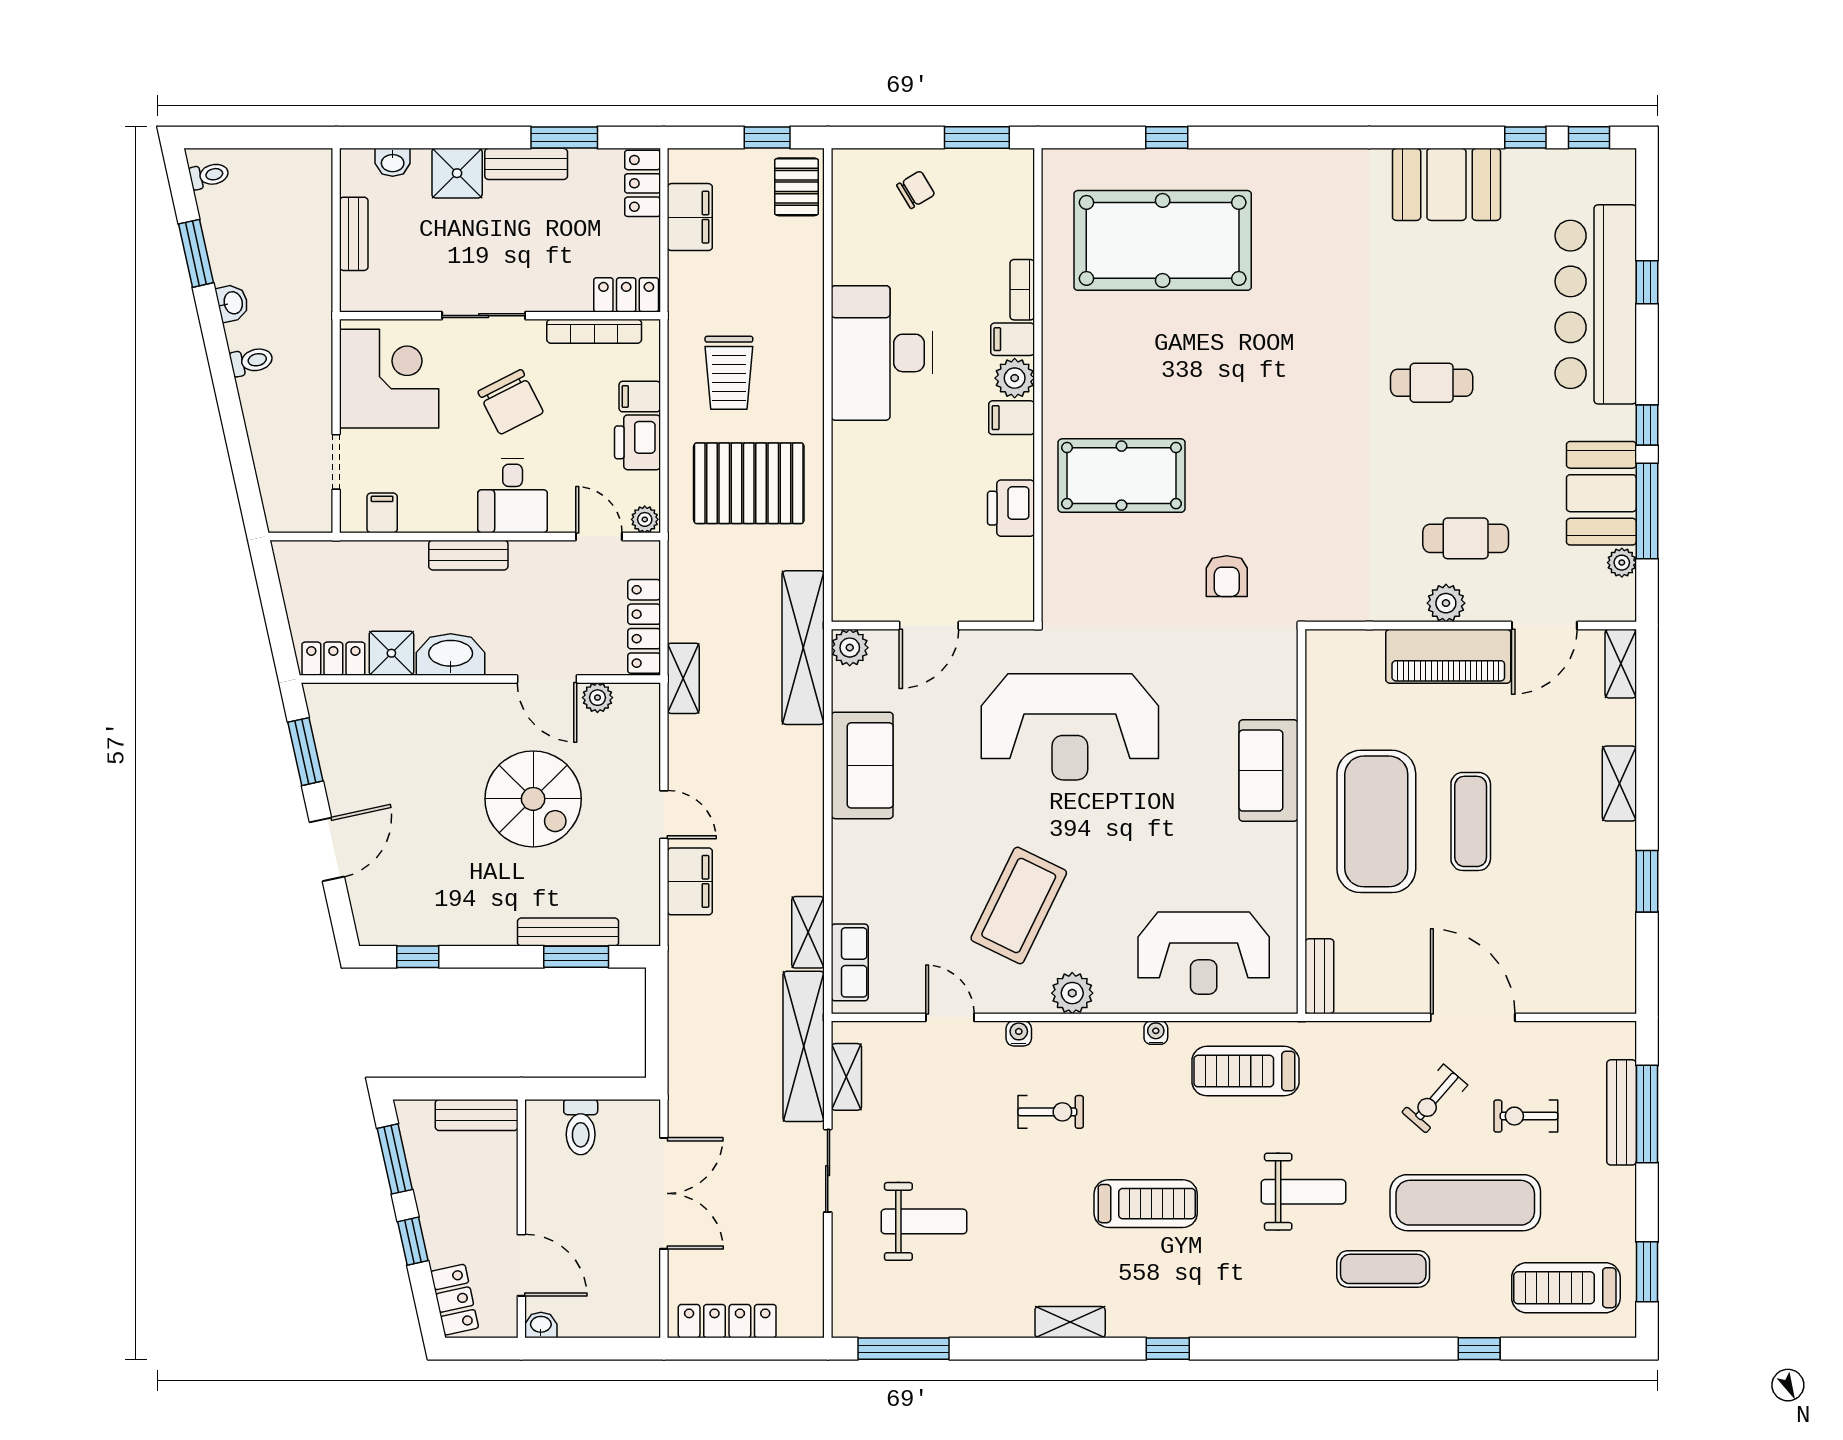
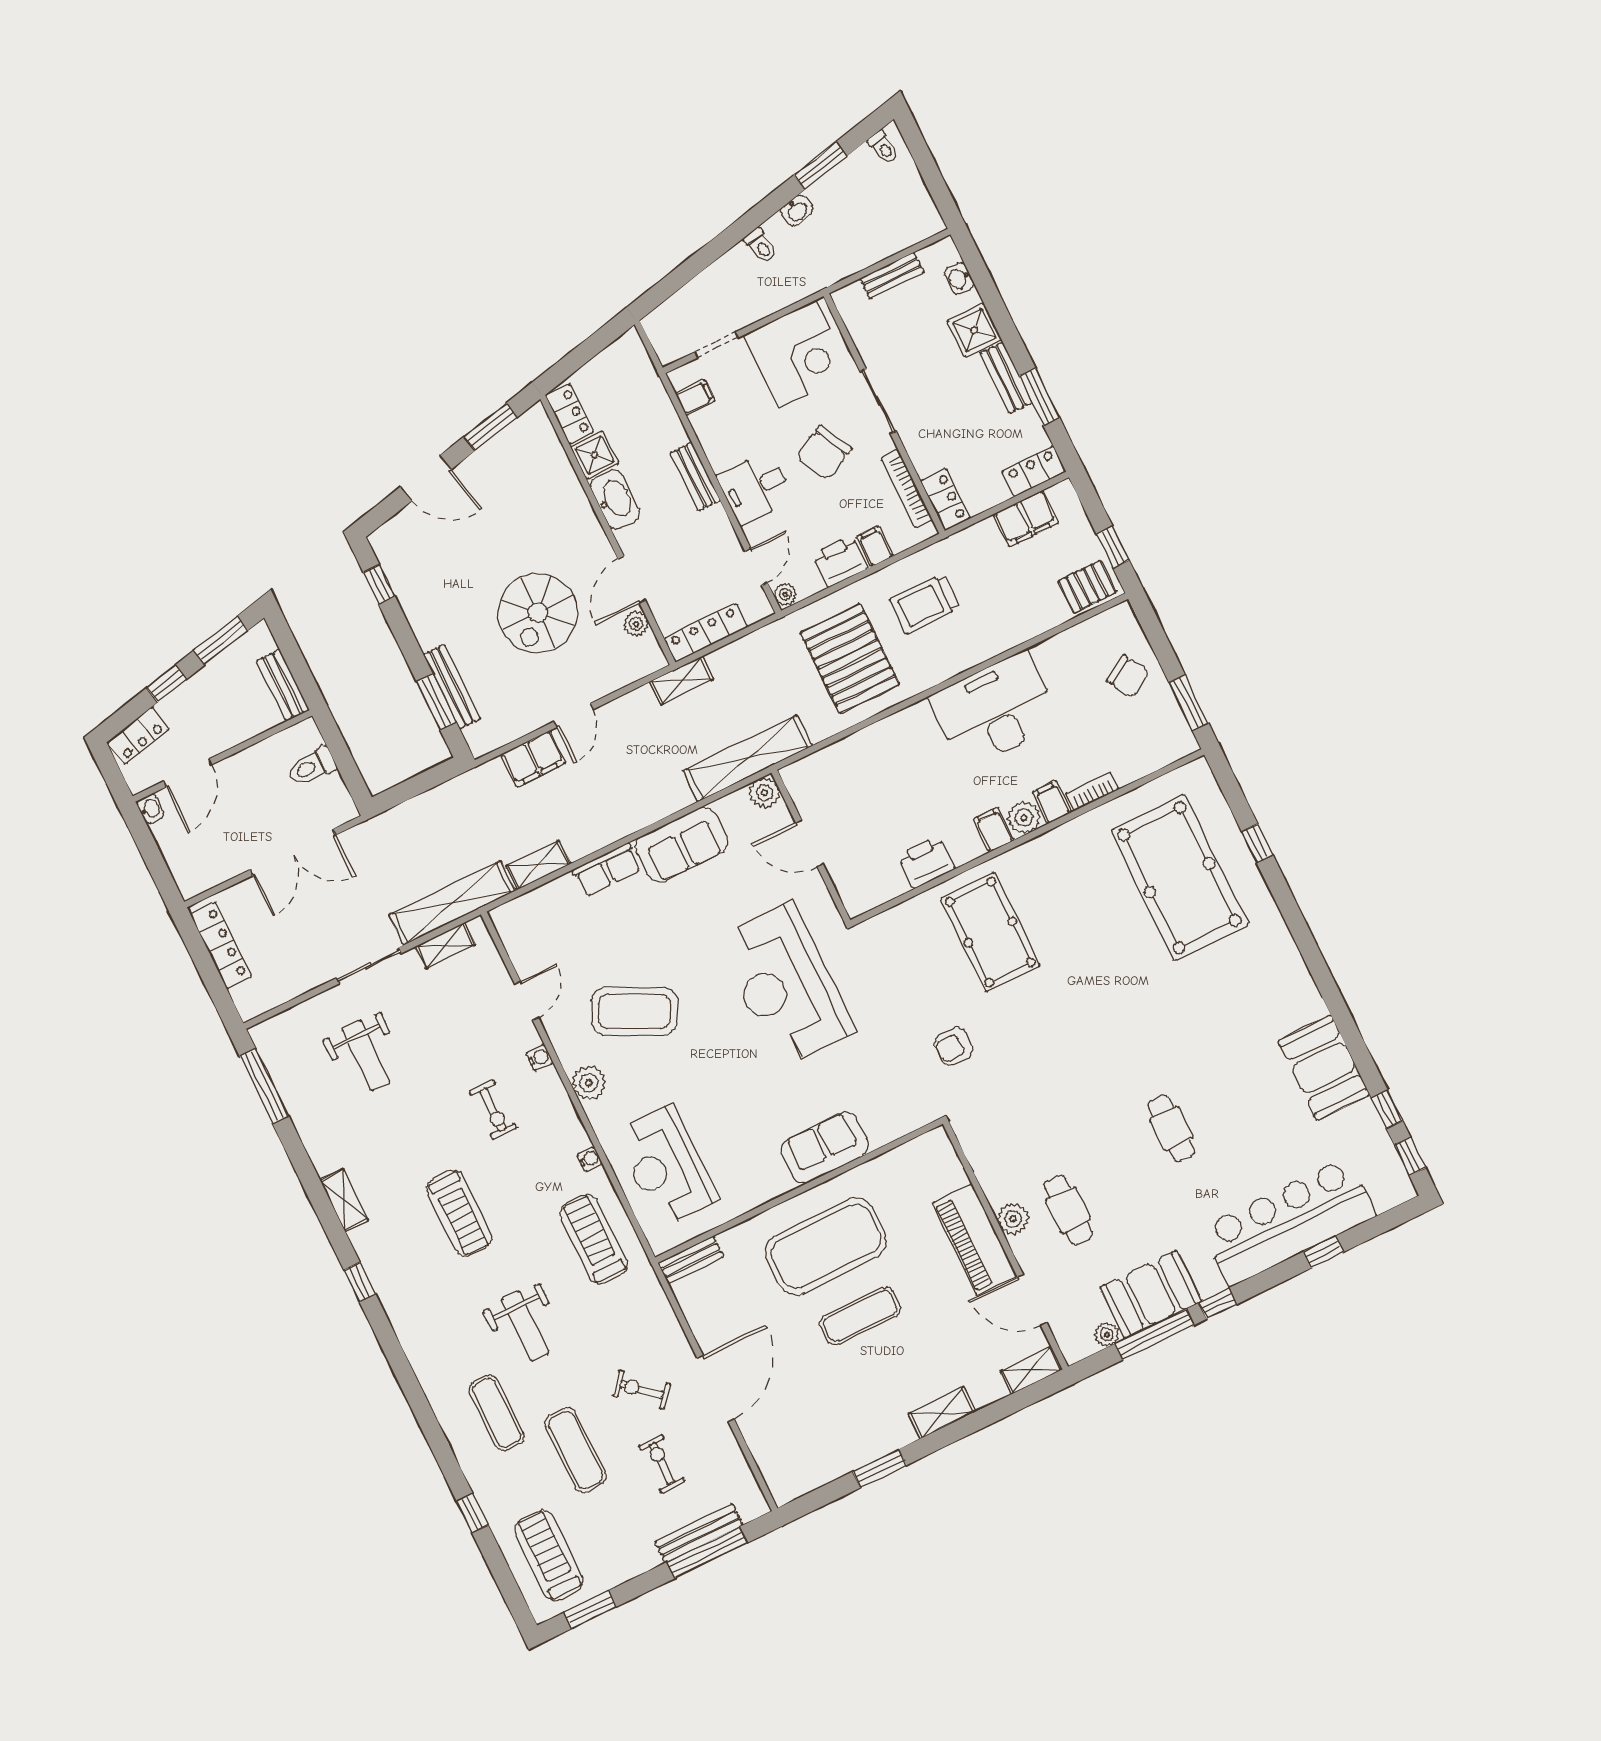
chair: (916, 190) -> (1128, 676), width x1.37, depth x1.37
row of seats: (850, 962) -> (607, 870), moved
exercise mat: (1465, 1203) -> (576, 1450), width x0.73, depth x0.69

